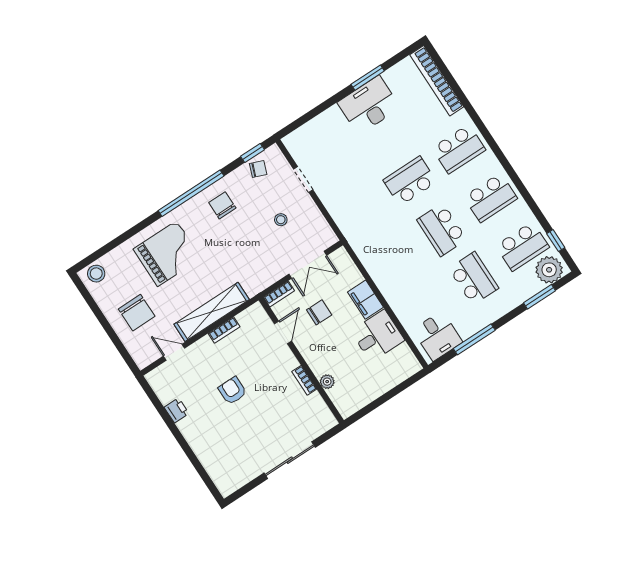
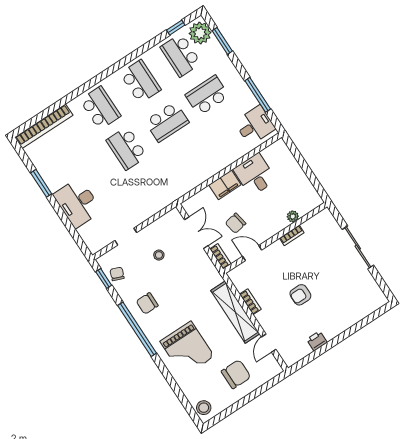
desk: (369, 105) -> (77, 203), moved
school desk: (522, 246) -> (181, 55), turned 180
grand piano: (167, 254) -> (187, 349), turned 180
chair: (319, 312) -> (236, 223), turned -100

